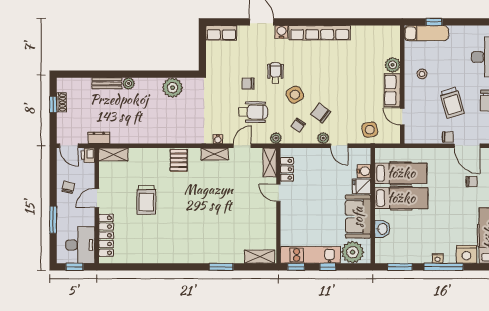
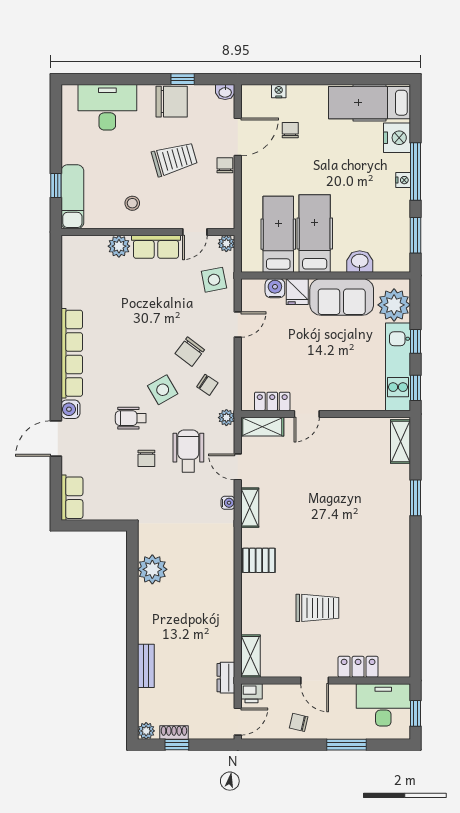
plant: (129, 83) -> (146, 731), moved
plant: (323, 138) -> (226, 243), moved
locker: (106, 235) -> (358, 667), width x0.66

